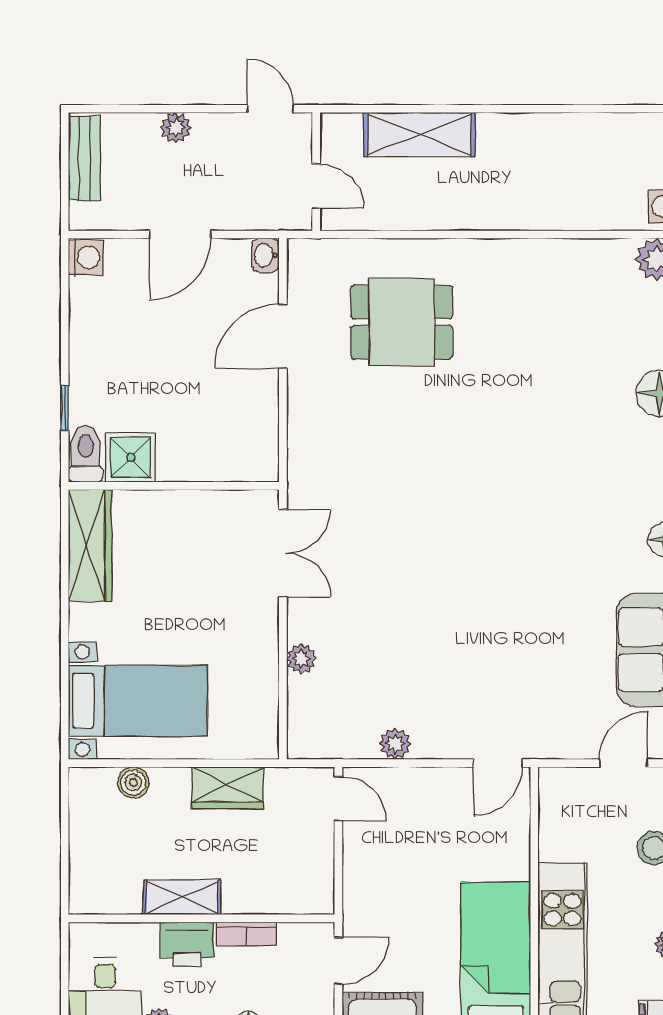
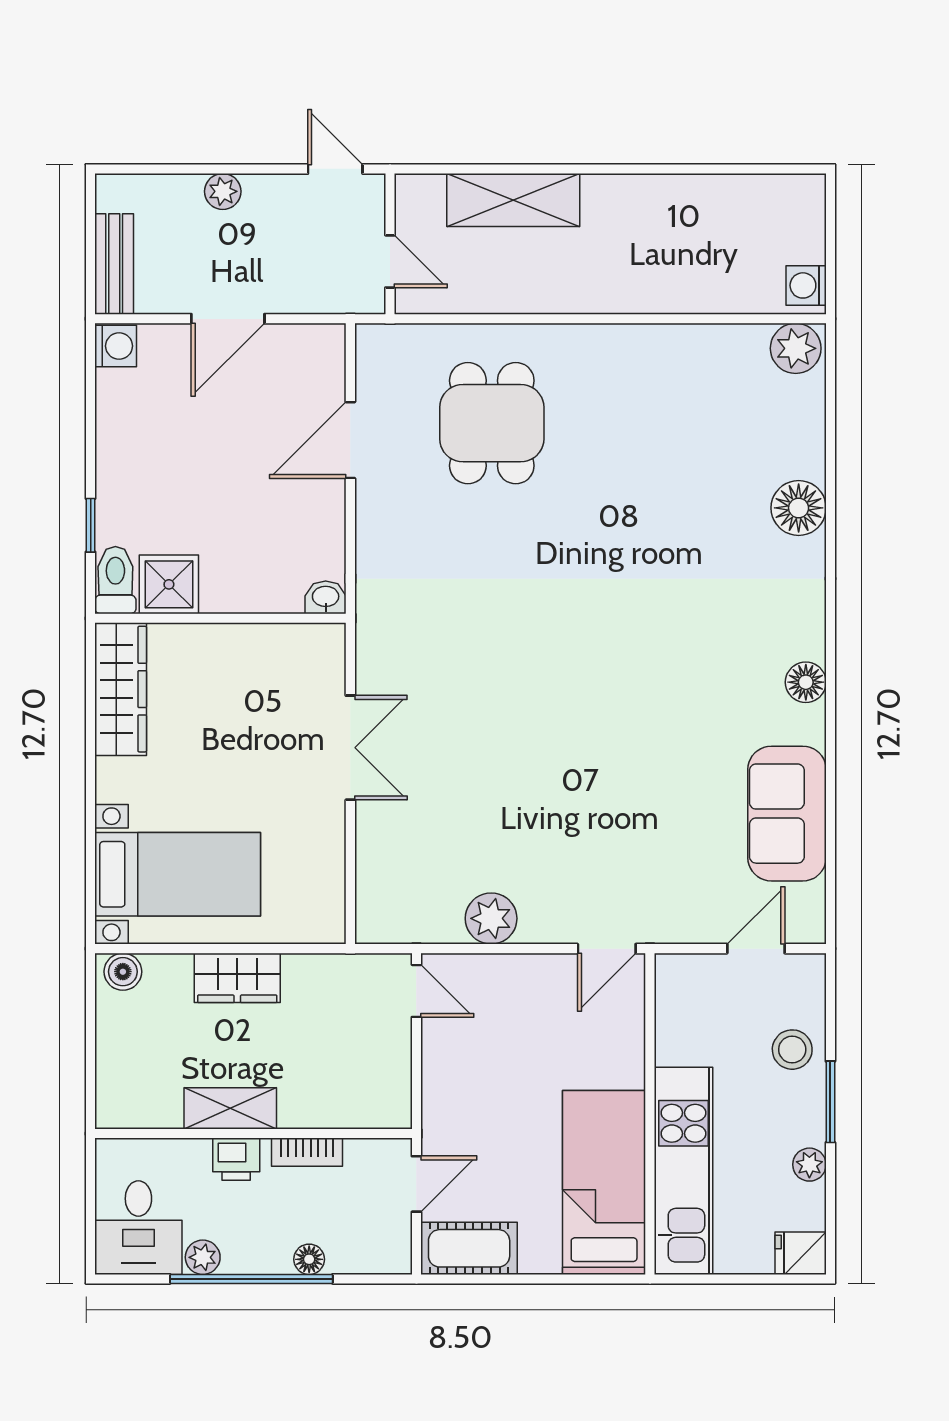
bench: (85, 158) -> (114, 264), moved
washbasin: (265, 255) -> (326, 597), moved, turned 90
dining table: (402, 322) -> (492, 423), turned 90
double door: (283, 553) -> (350, 748), moved
plant: (301, 659) -> (372, 824), removed
plant: (395, 744) -> (491, 918), width x1.38, depth x1.38
boiler: (133, 783) -> (123, 972), moved
wardrobe: (228, 788) -> (237, 978), moved
printer: (187, 944) -> (236, 1159), width x0.73, depth x0.81

